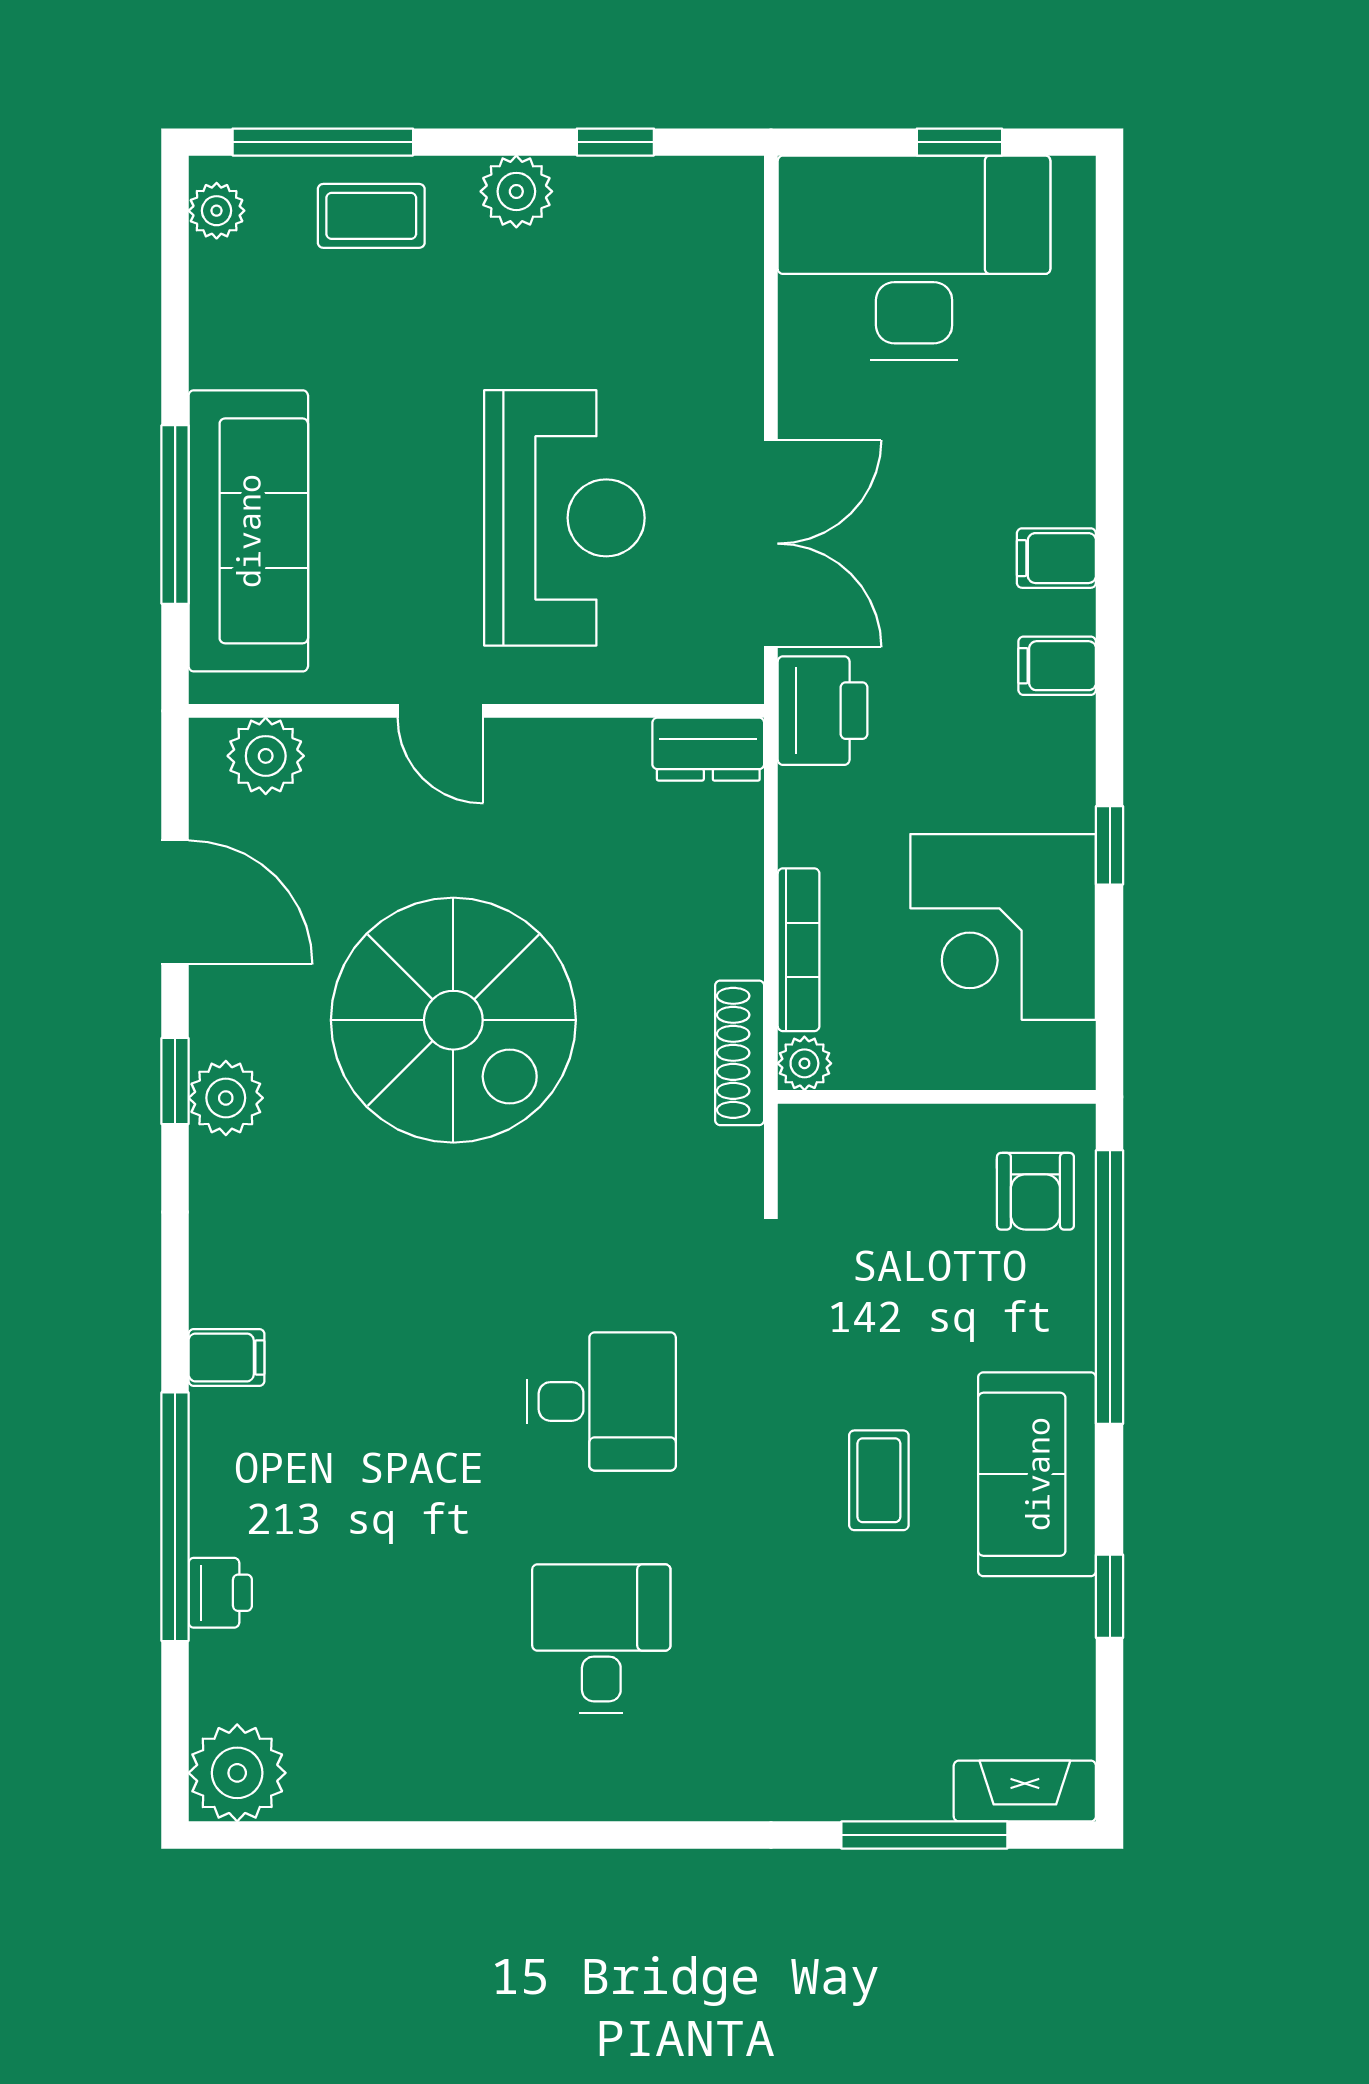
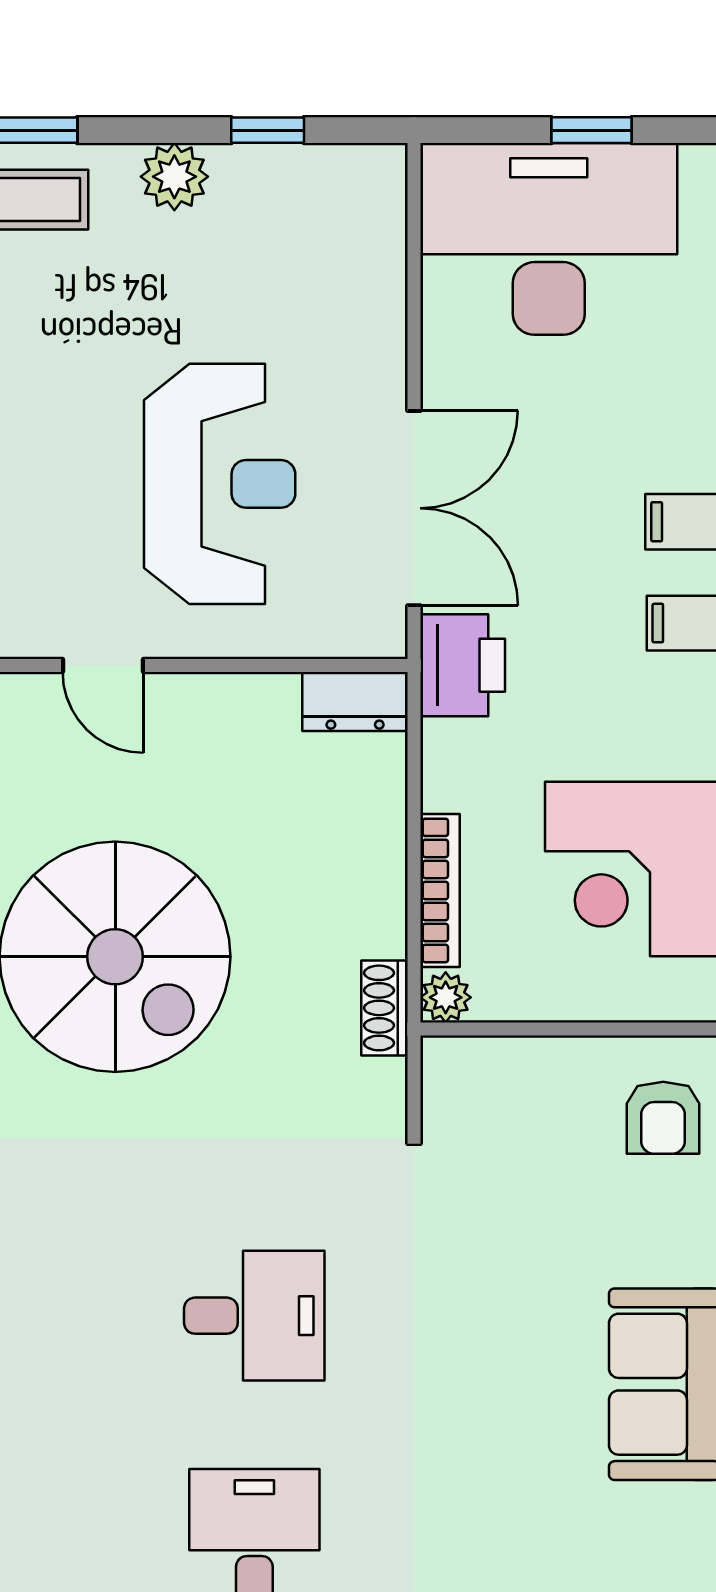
shoe rack: (740, 1053) -> (385, 1008), width x0.70
coffee table: (879, 1480) -> (516, 1390), removed

